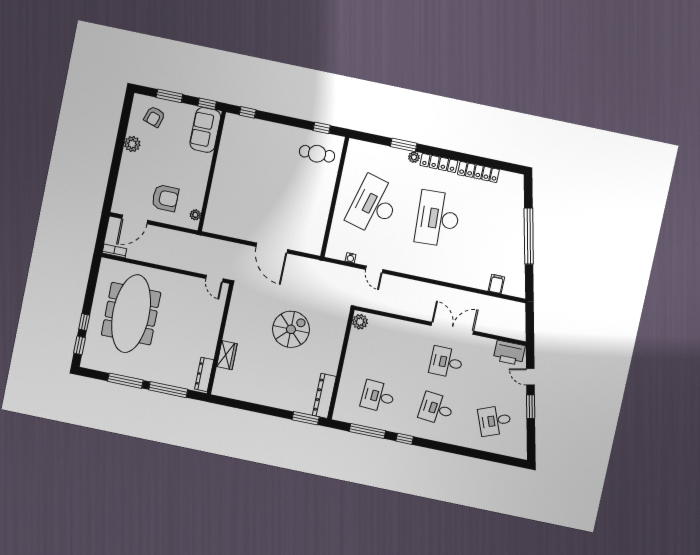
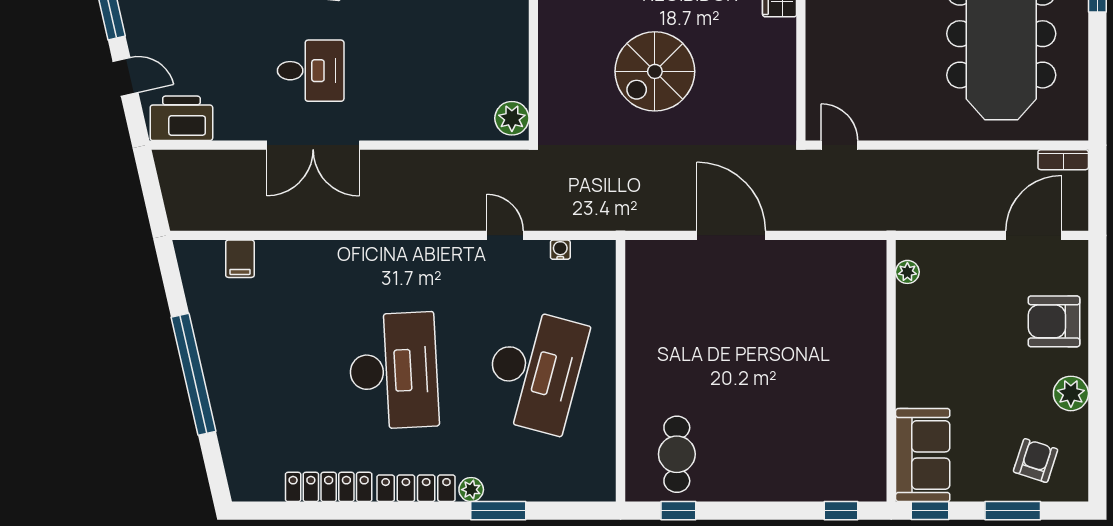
cafe table: (317, 154) -> (677, 454), turned 90
armchair: (165, 198) -> (1054, 321), moved

